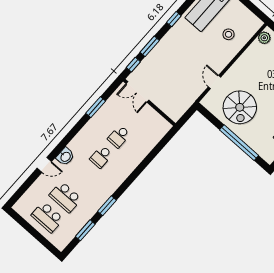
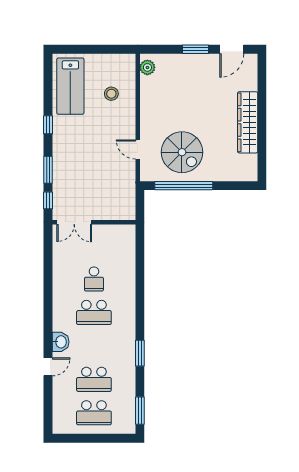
window: (96, 107) -> (48, 271), removed
window: (239, 143) -> (184, 186), moved
school desk: (101, 157) -> (94, 312), width x1.85
window: (85, 230) -> (140, 411), moved

